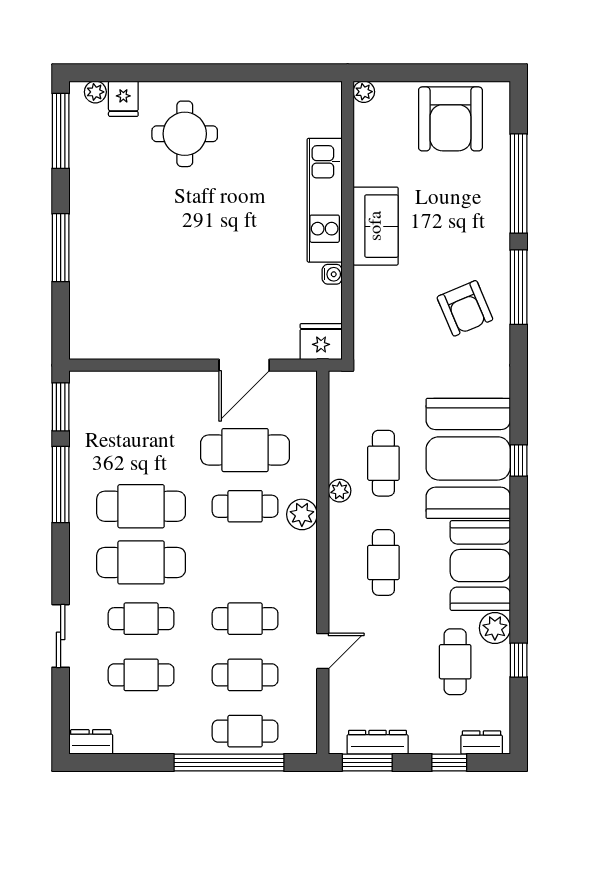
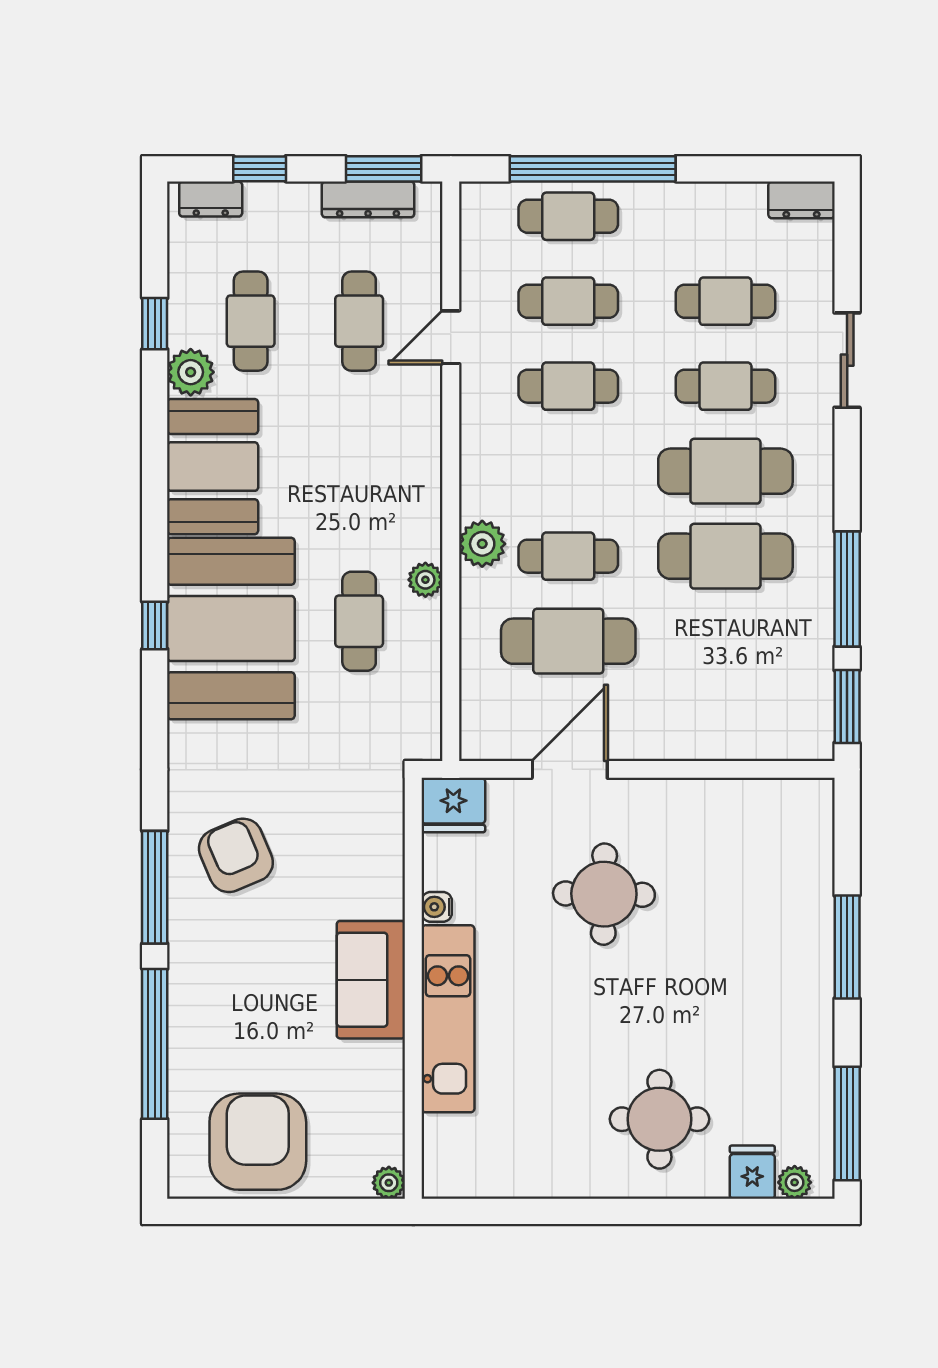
round table: (221, 283) -> (604, 894), added
cafe table: (383, 562) -> (359, 321), moved

